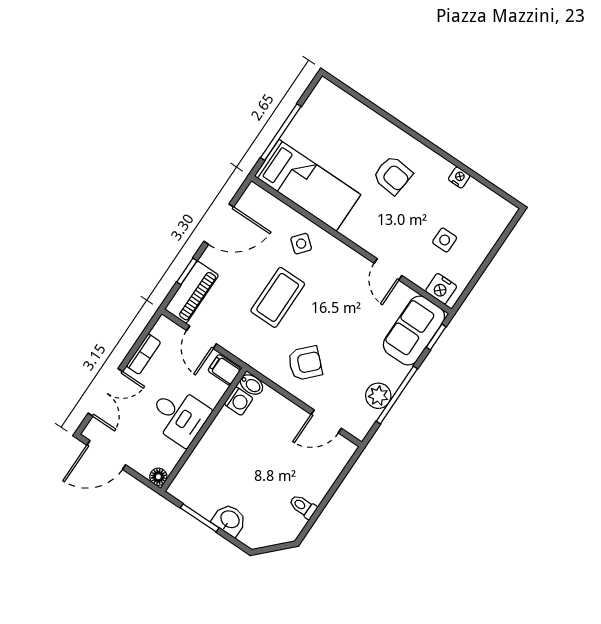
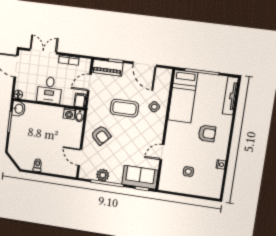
tv unit: (347, 104) -> (230, 96), added
armchair: (393, 175) -> (207, 133), turned -96
nightstand: (441, 289) -> (165, 180), removed
double door: (105, 392) -> (43, 52), swing flipped
washbasin: (230, 520) -> (19, 109), moved

